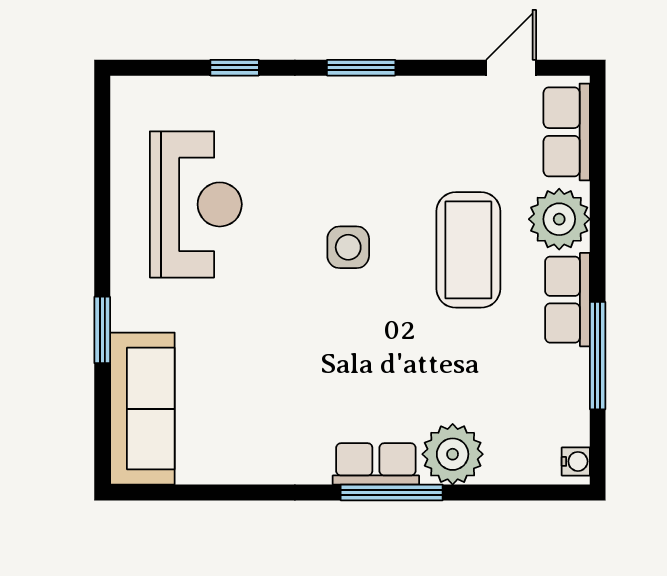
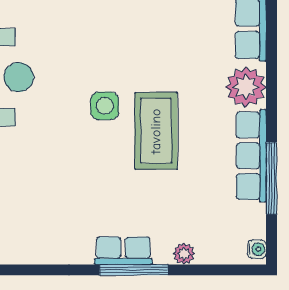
coffee table: (468, 250) -> (156, 131), moved
row of seats: (567, 300) -> (251, 156), width x1.48
plant: (453, 454) -> (184, 254), width x0.53, depth x0.53

